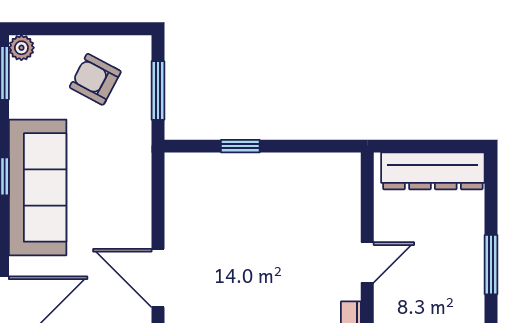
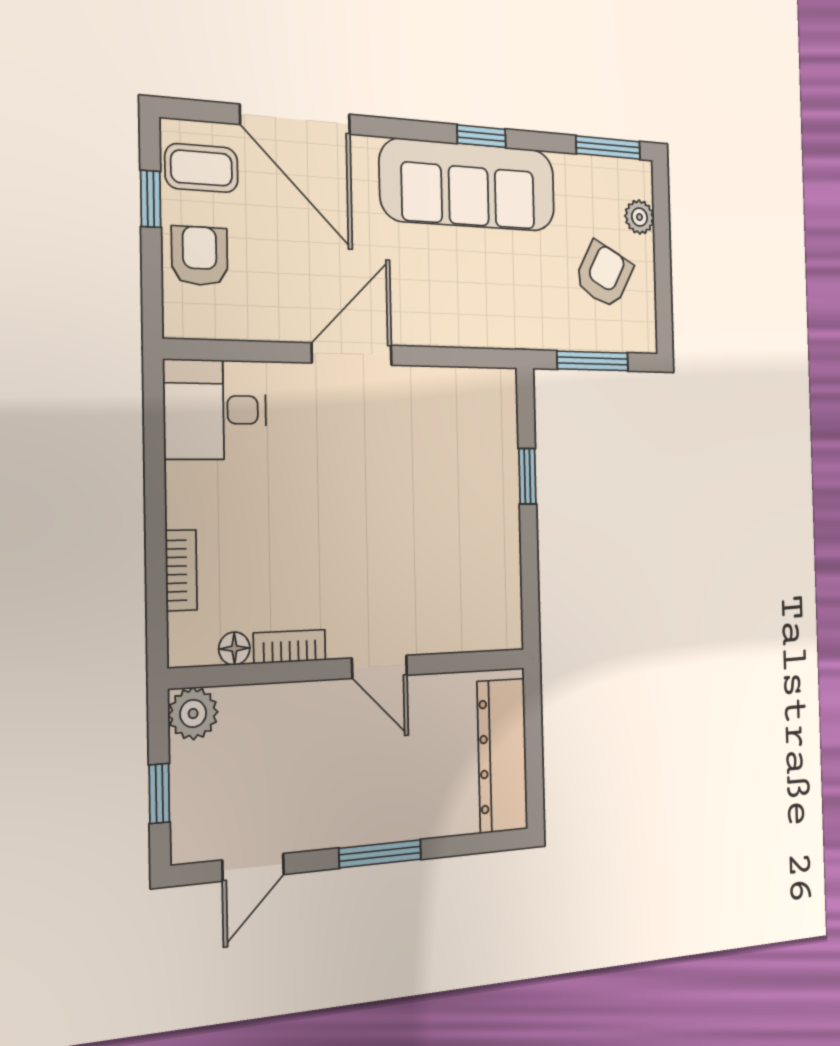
plant: (21, 48) -> (639, 217), moved

